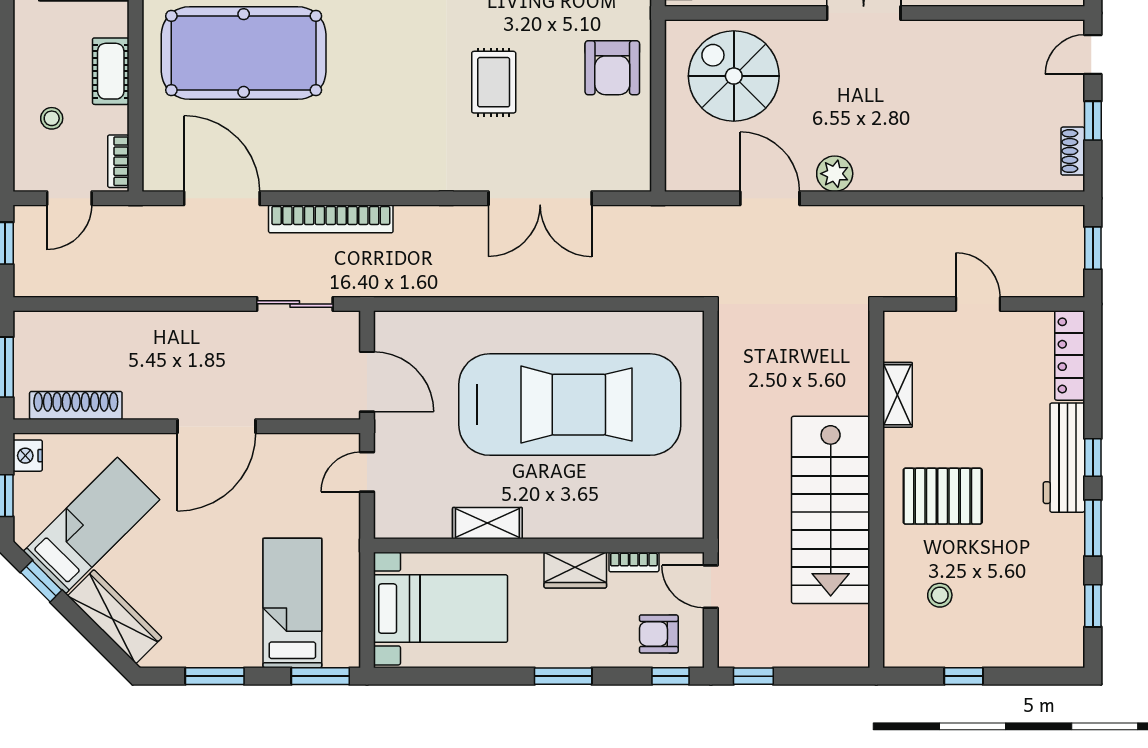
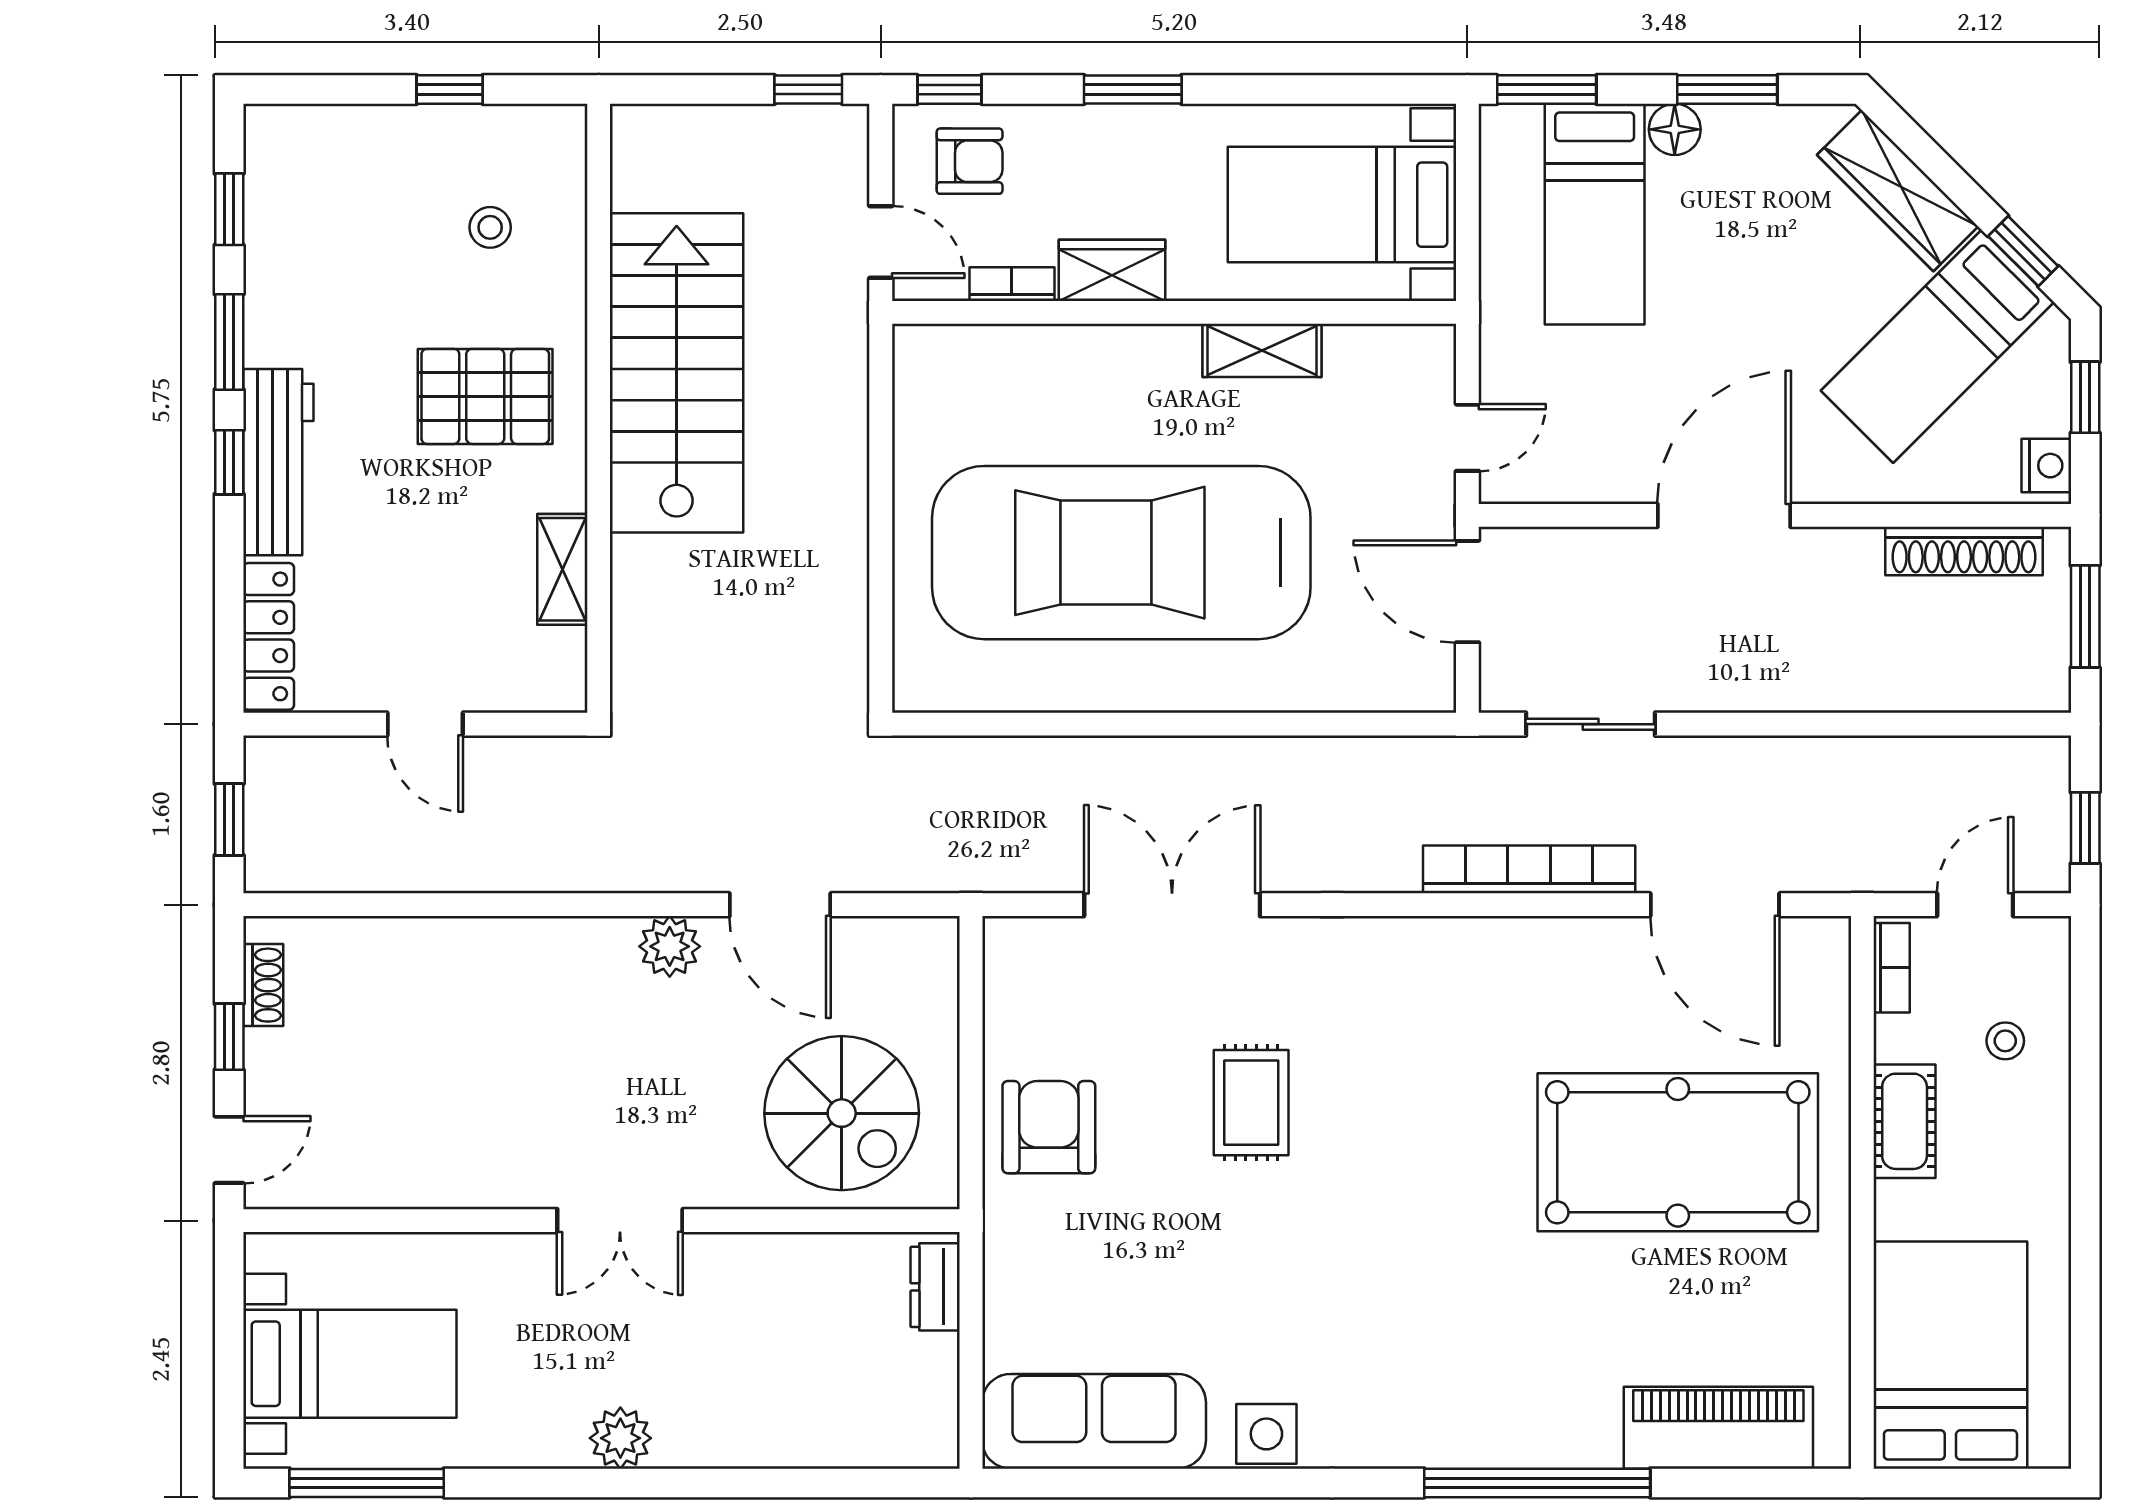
floor lamp: (245, 653) -> (1675, 129), added

